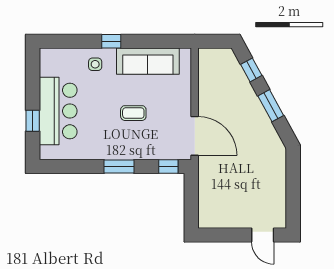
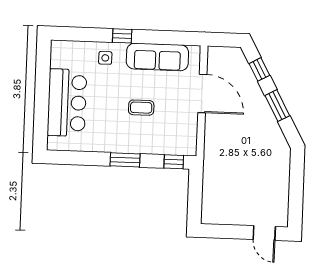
window: (33, 121) -> (41, 111), removed
door: (195, 136) -> (202, 93), moved

